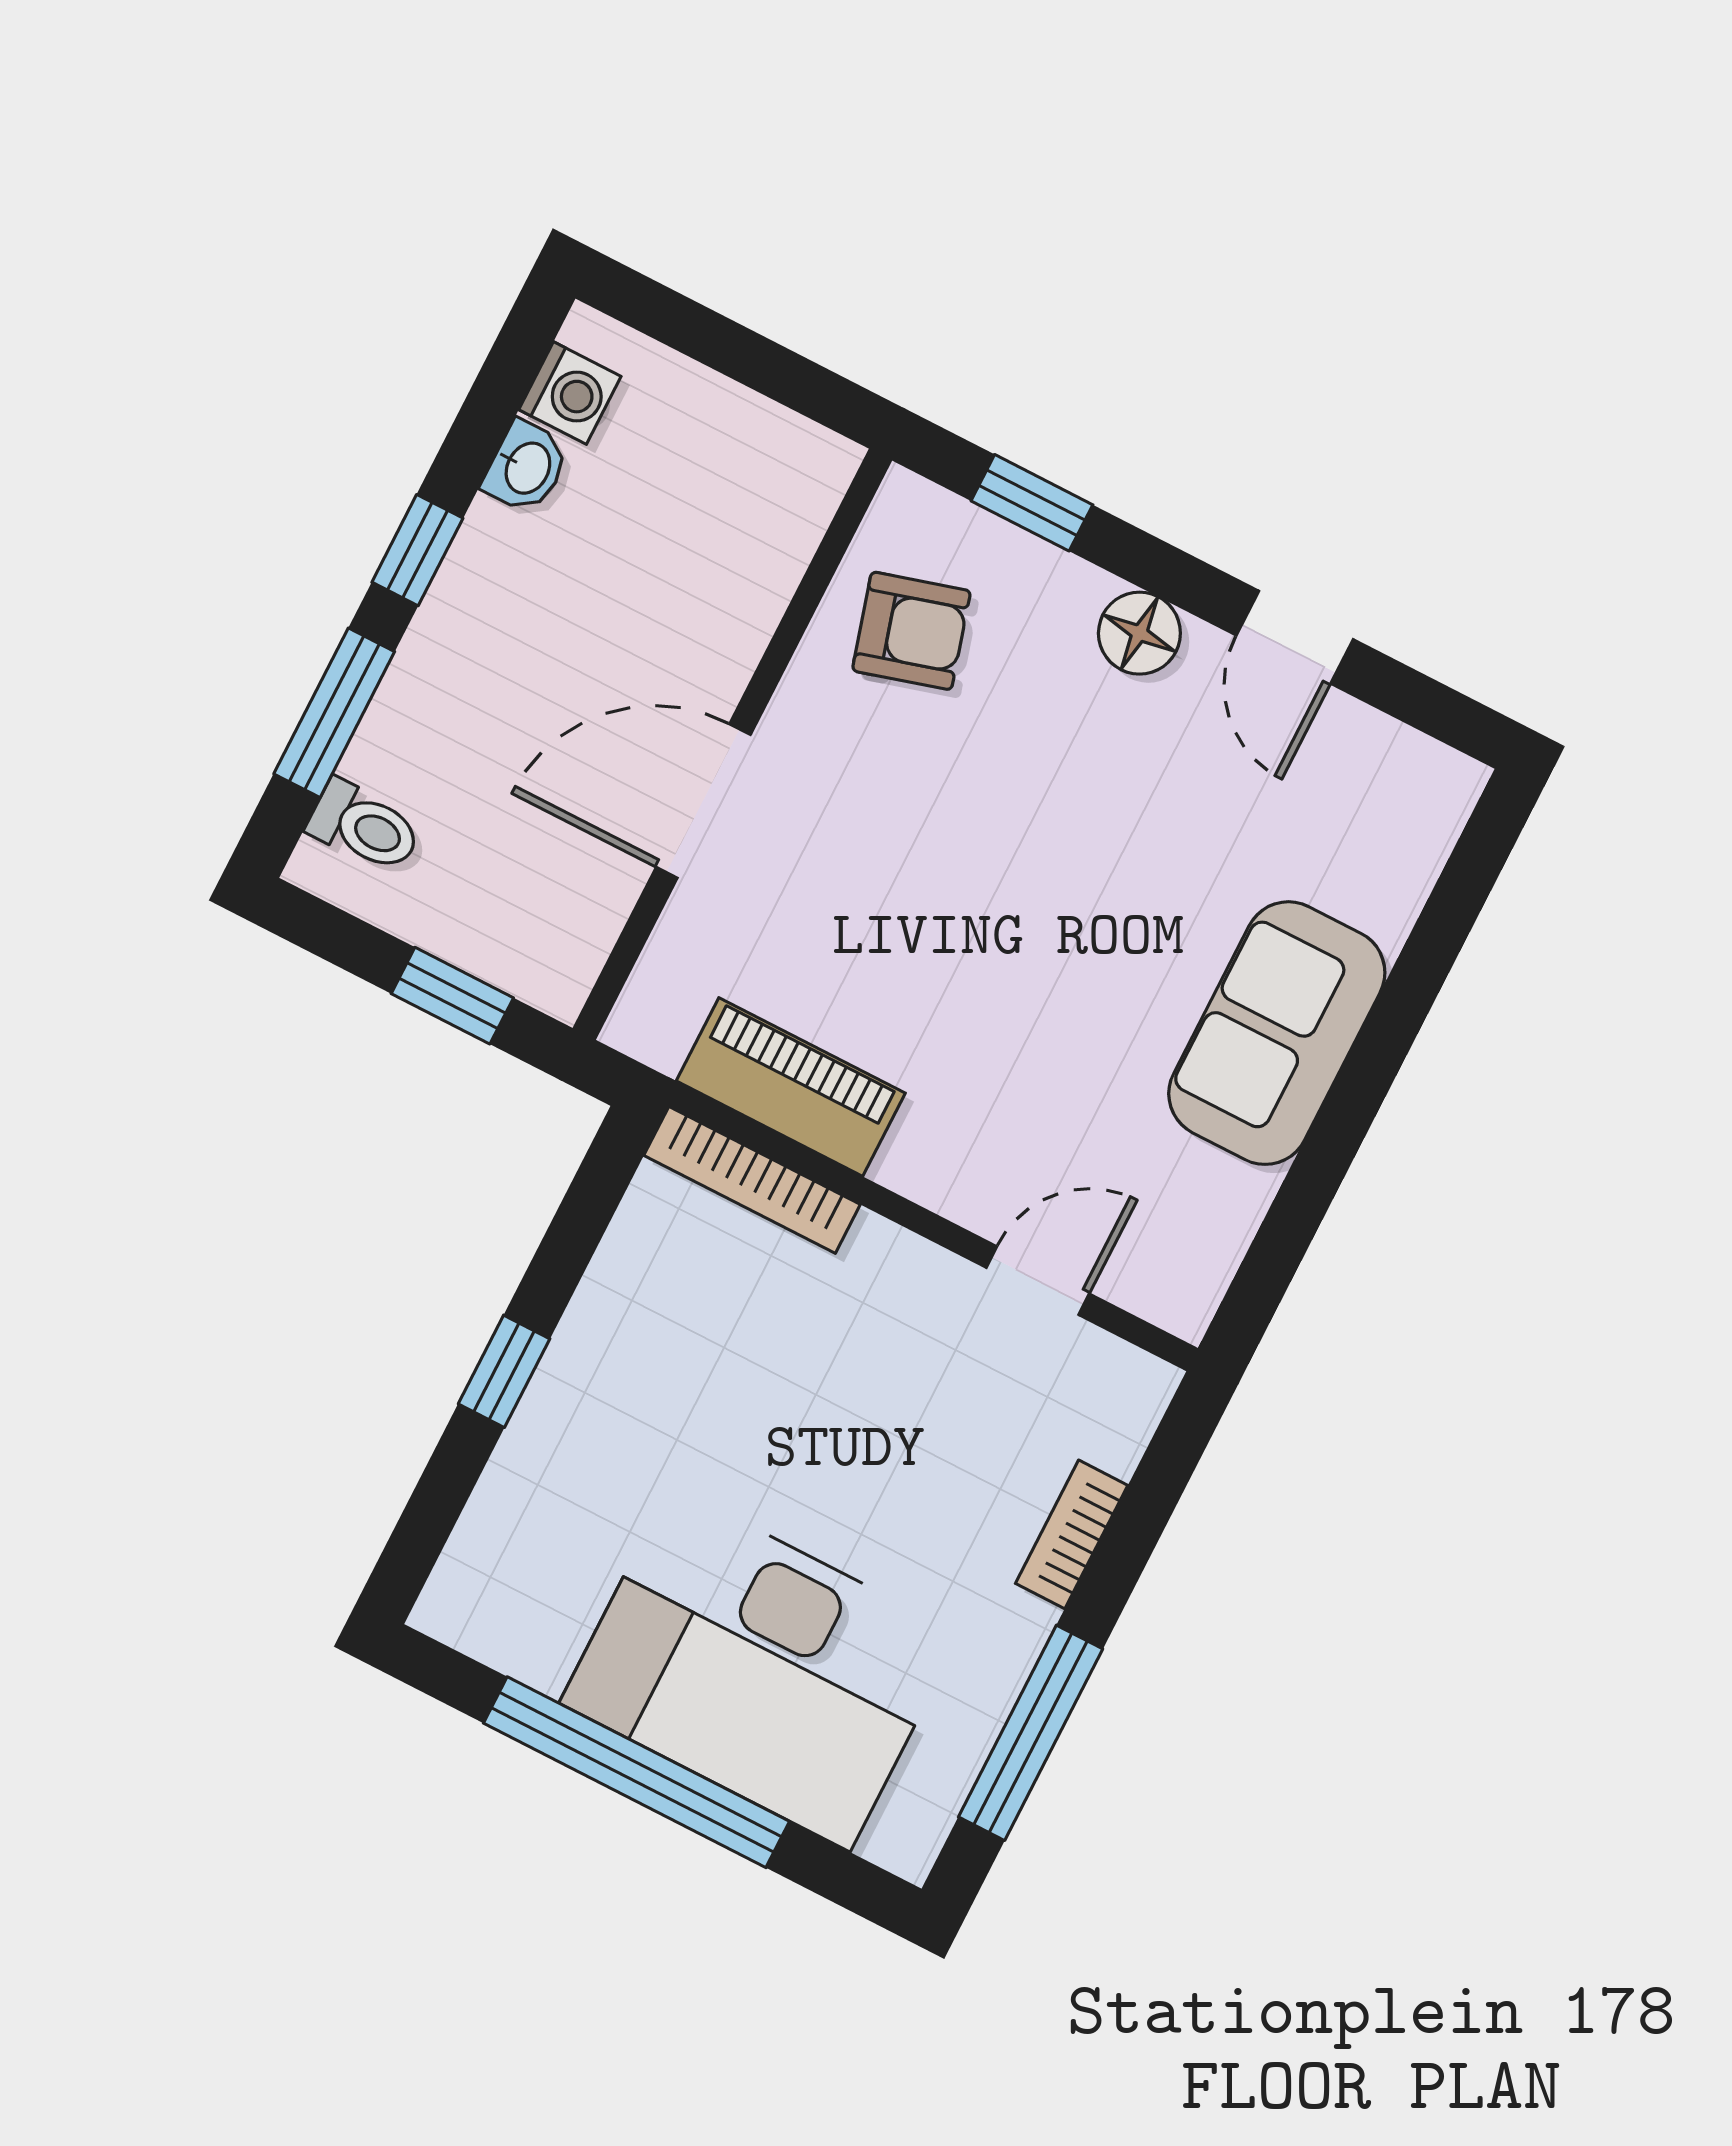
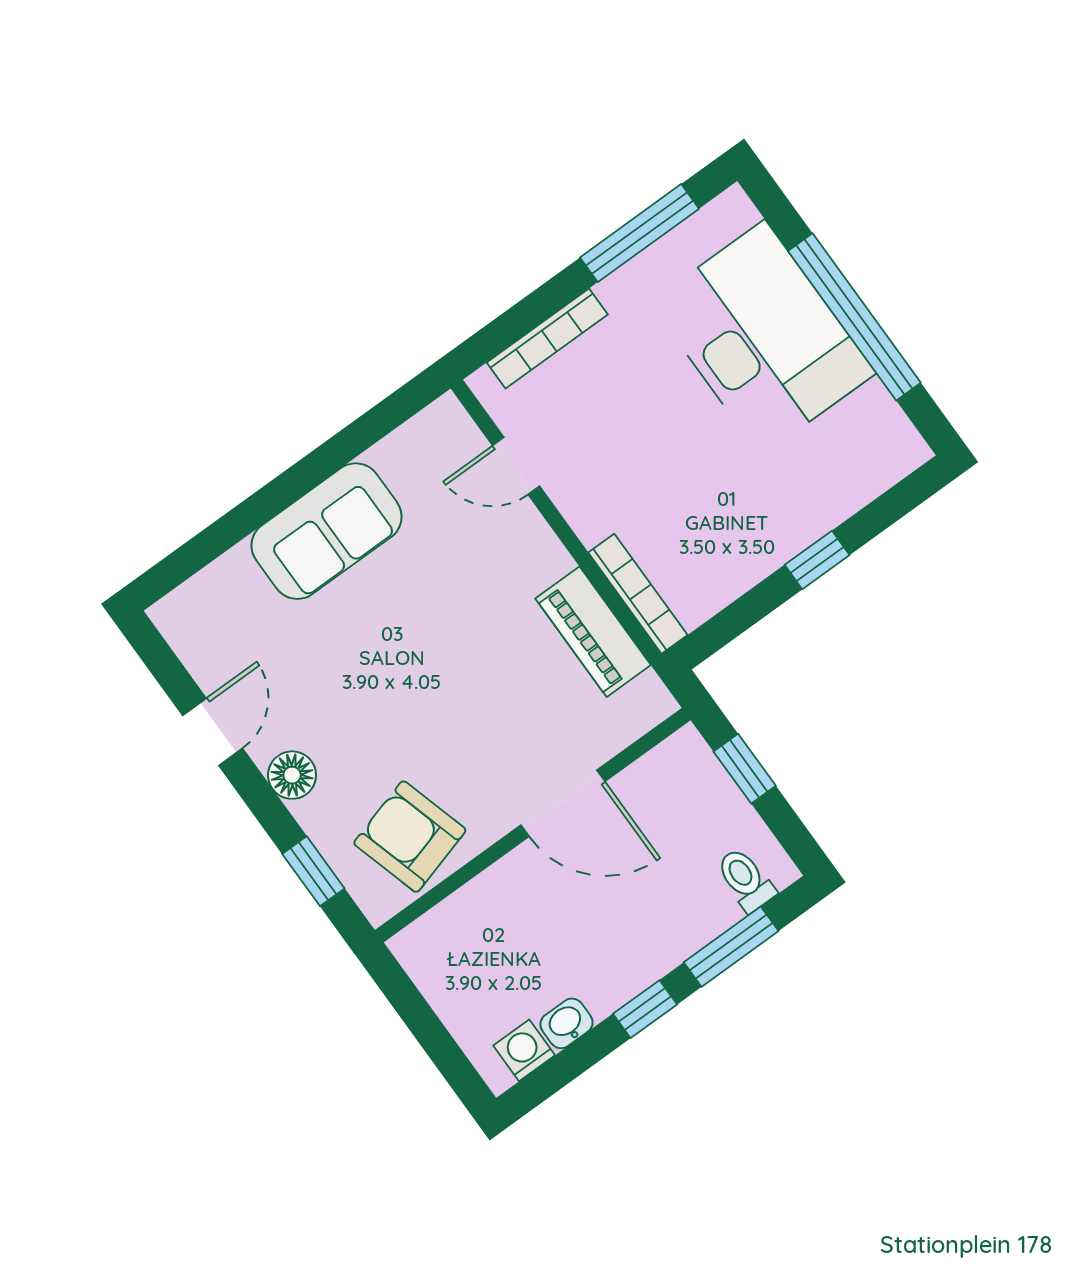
armchair: (911, 631) -> (410, 837), width x1.38, depth x1.38
bookcase: (1072, 1534) -> (547, 339), width x1.56

